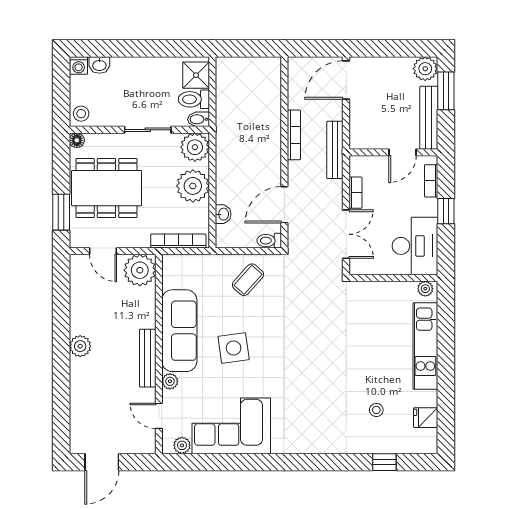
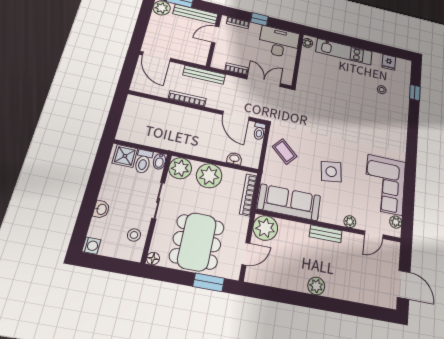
washbasin: (99, 65) -> (101, 209), moved
stool: (81, 114) -> (134, 235), moved
door: (402, 152) -> (215, 35), swing flipped
sofa: (179, 331) -> (289, 202), moved
bench: (148, 358) -> (326, 234), width x0.73

